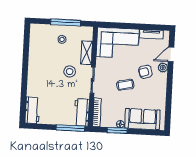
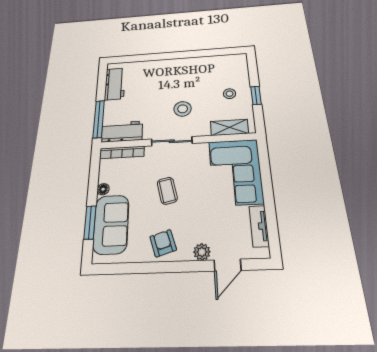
window: (66, 22) -> (256, 95), width x0.46
shelving: (87, 53) -> (229, 127), moved
door: (171, 54) -> (228, 265), swing flipped
armchair: (145, 72) -> (163, 243), moved
workbench: (32, 110) -> (115, 84), moved, turned -90
window: (117, 131) -> (90, 222), moved

